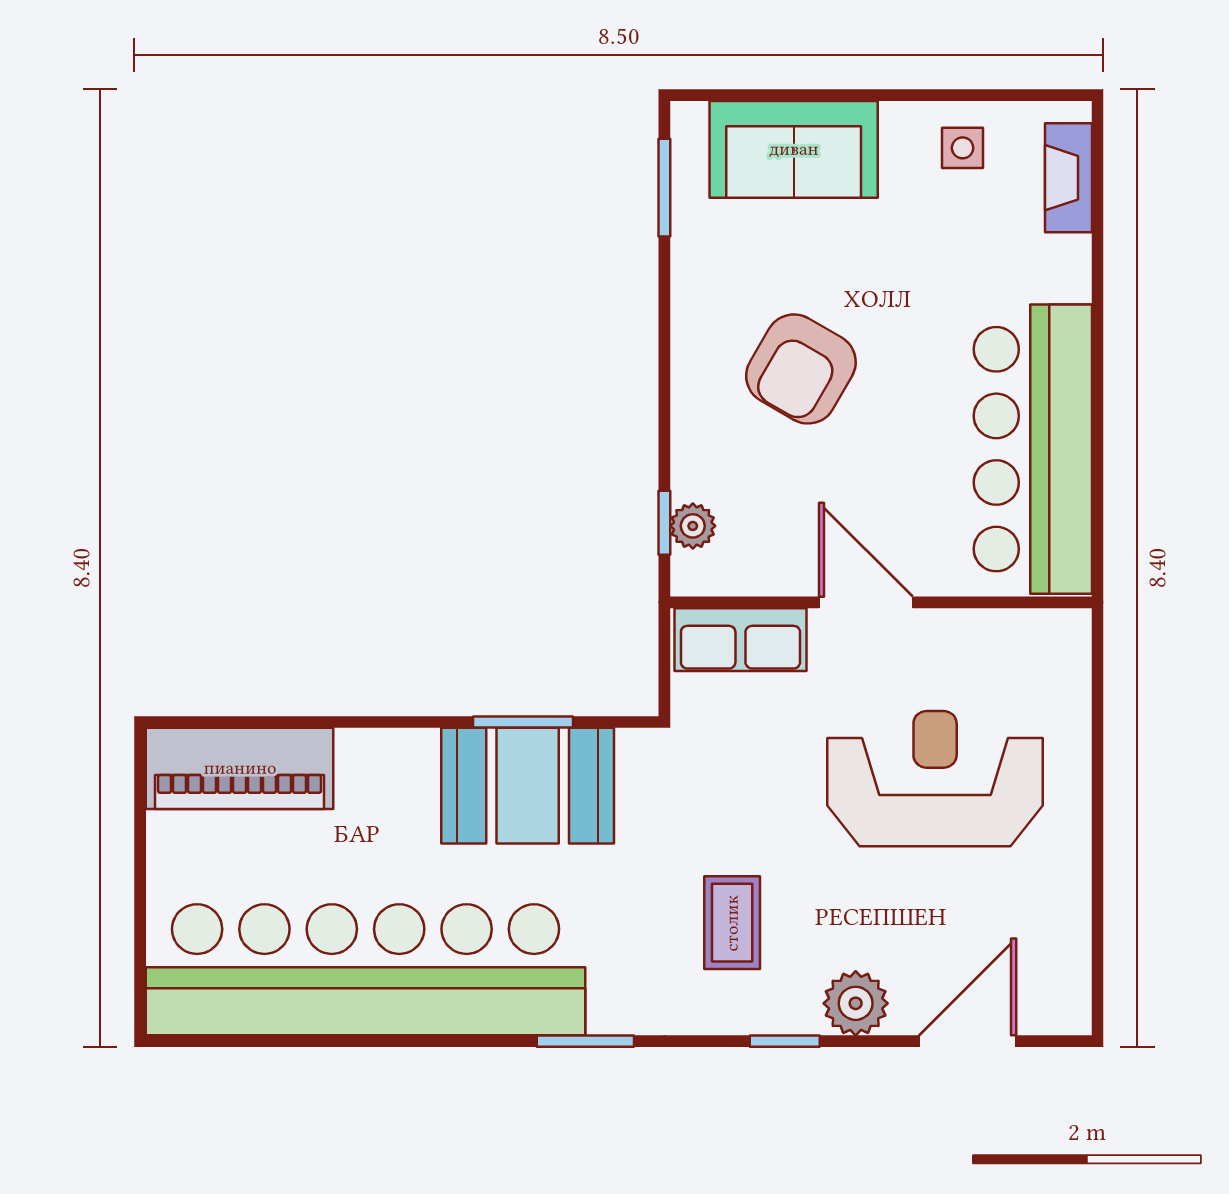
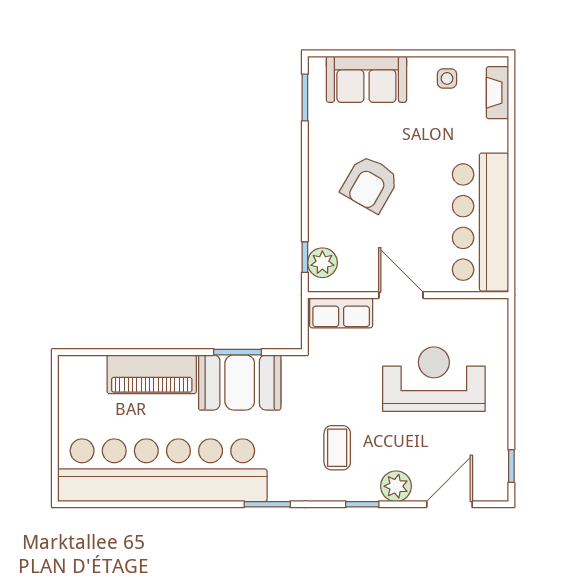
plant: (693, 526) -> (322, 263), width x1.38, depth x1.38
piano: (240, 768) -> (152, 374), moved
window: (1098, 961) -> (511, 466), added

